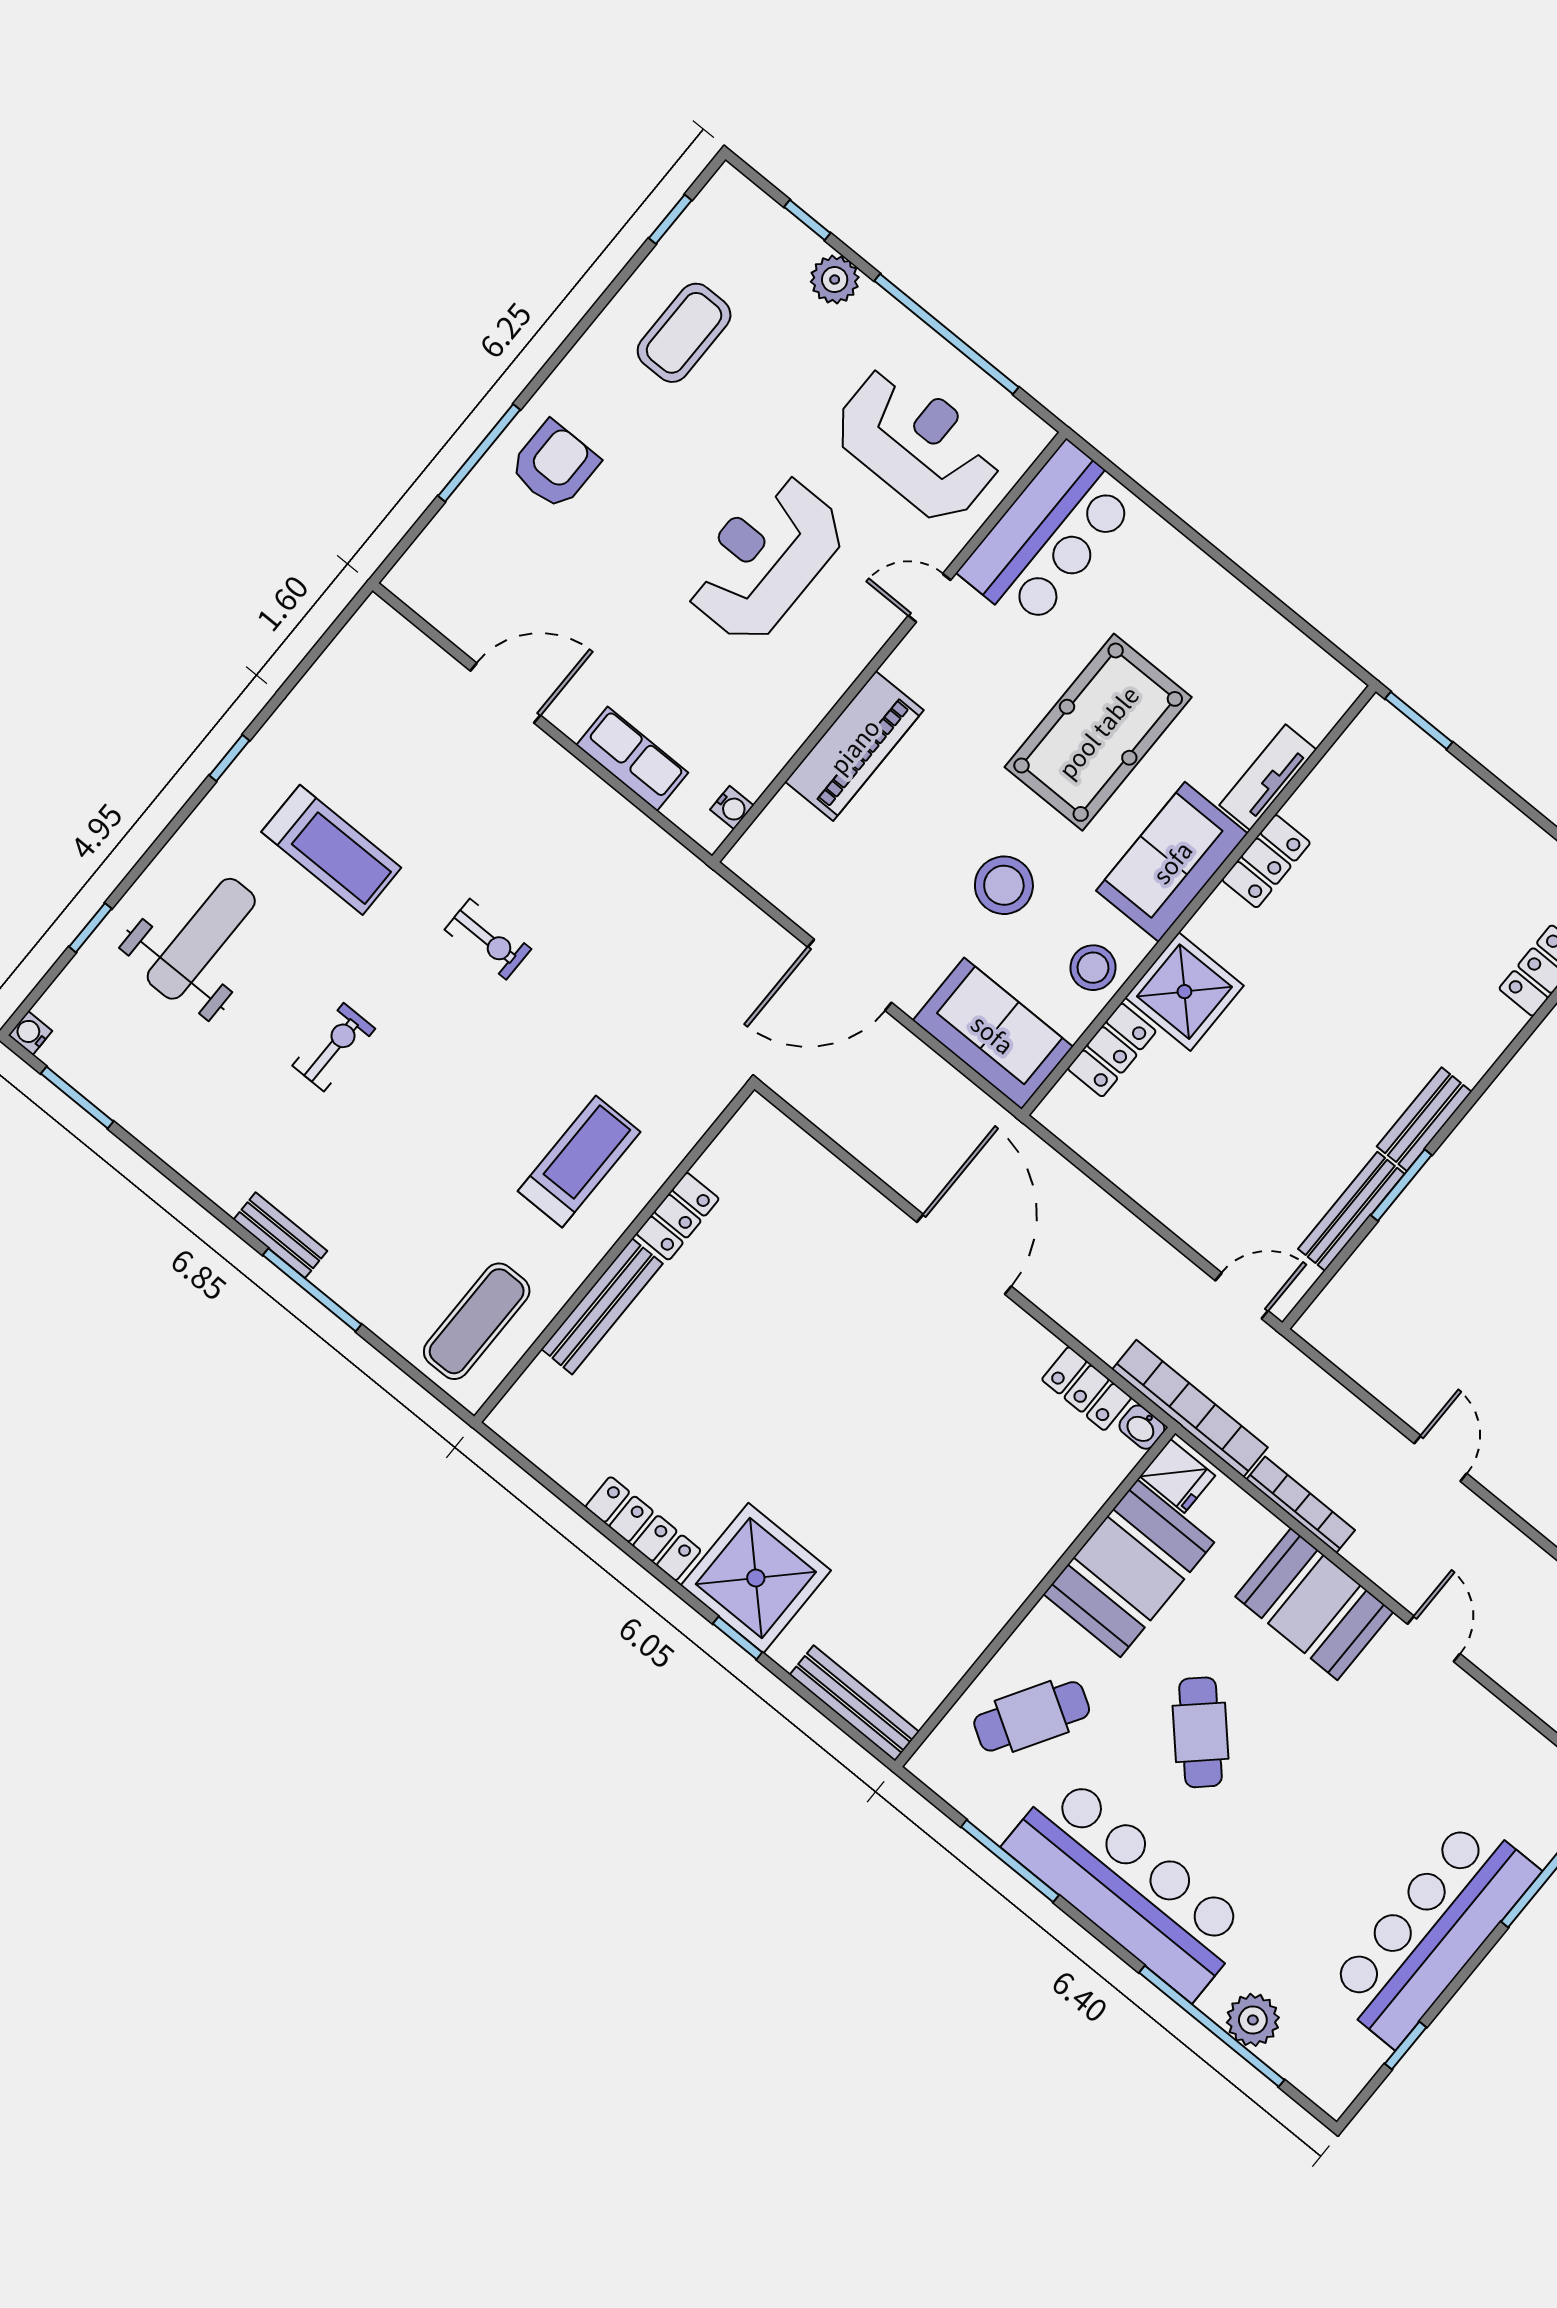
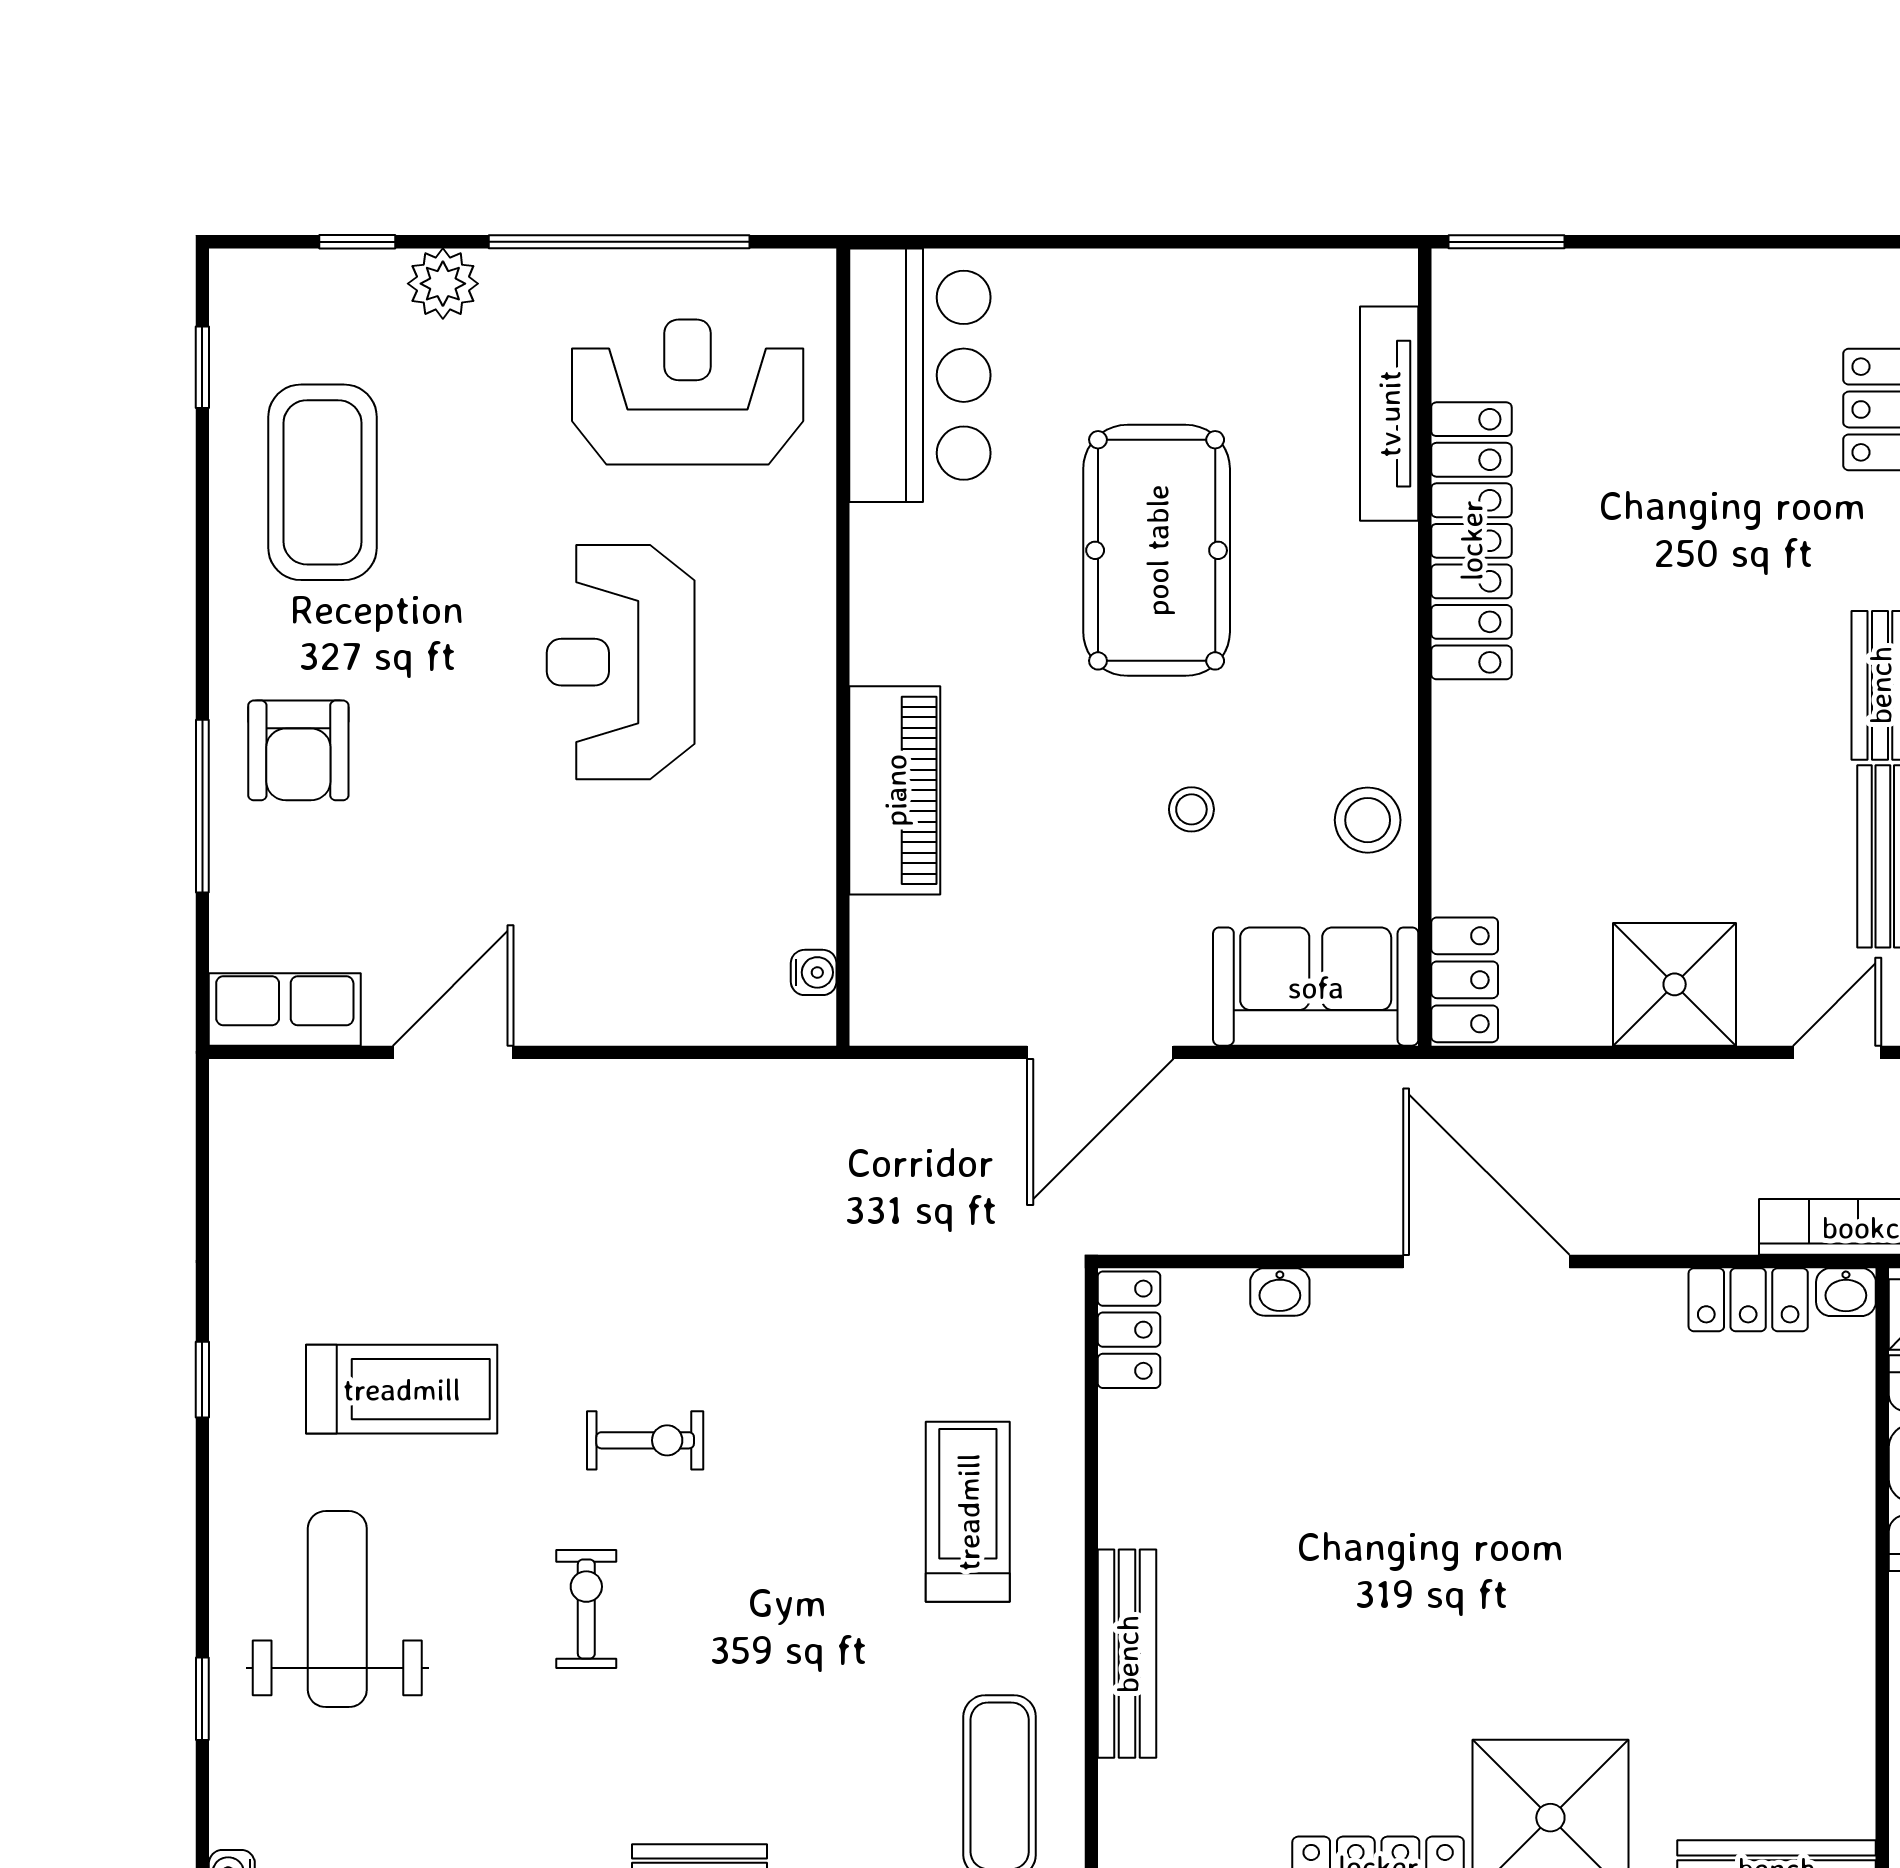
coffee table: (684, 333) -> (322, 482), width x1.36, depth x1.32
armchair: (554, 465) -> (298, 750), turned 180
door: (930, 598) -> (843, 554), removed
row of seats: (632, 759) -> (285, 1009), moved
tv unit: (1268, 777) -> (1389, 414), width x1.41
locker: (1266, 861) -> (1471, 541), width x2.16, depth x1.21
sofa: (1172, 862) -> (1359, 628), removed
stool: (1004, 885) -> (1191, 809), width x0.53, depth x0.53
exercise bike: (488, 939) -> (645, 1440), moved
shower: (1184, 992) -> (1675, 984), moved
locker: (1112, 1050) -> (1465, 980), moved
washbasin: (841, 1181) -> (1280, 1292), added
locker: (678, 1216) -> (1129, 1330), moved

